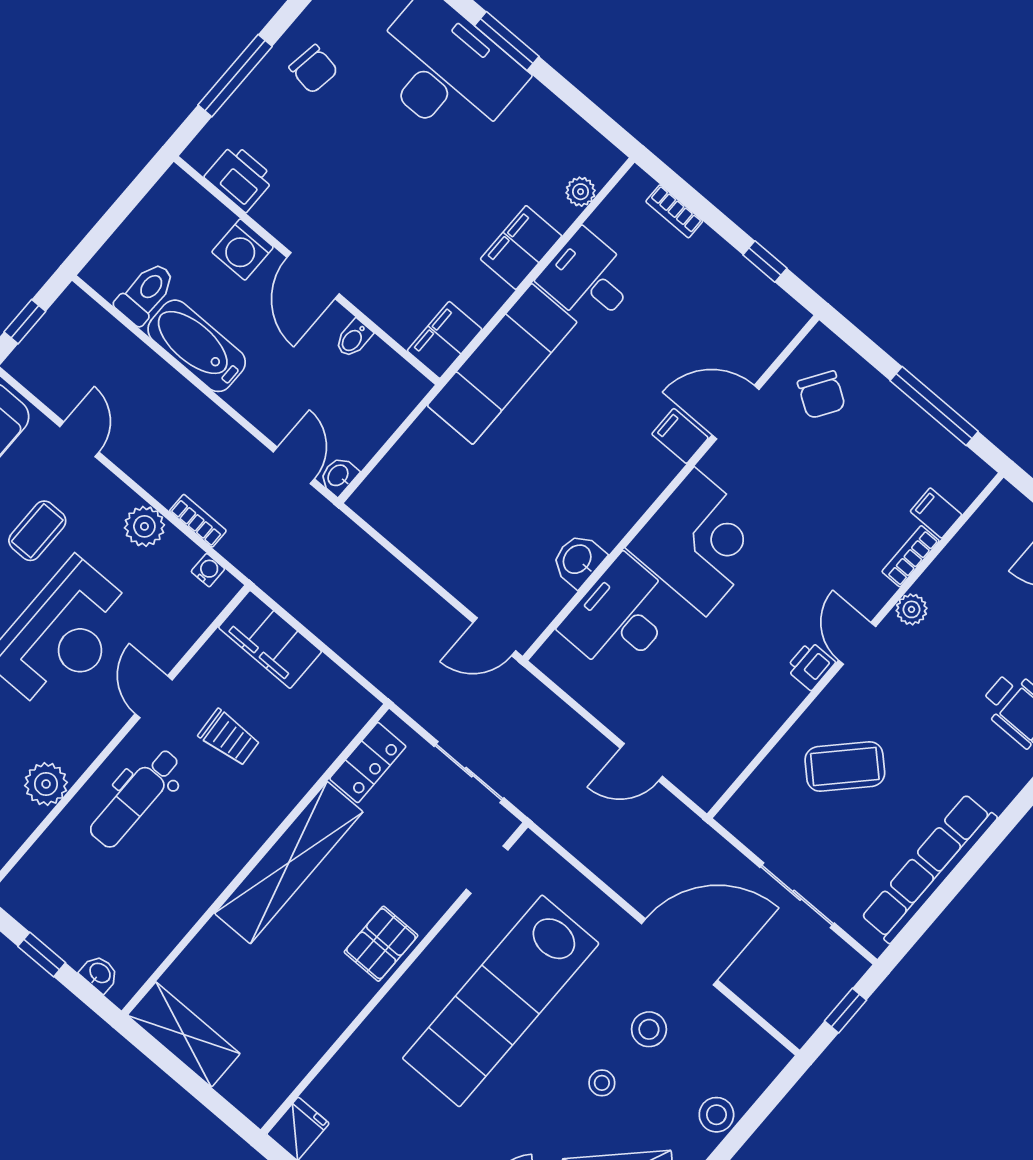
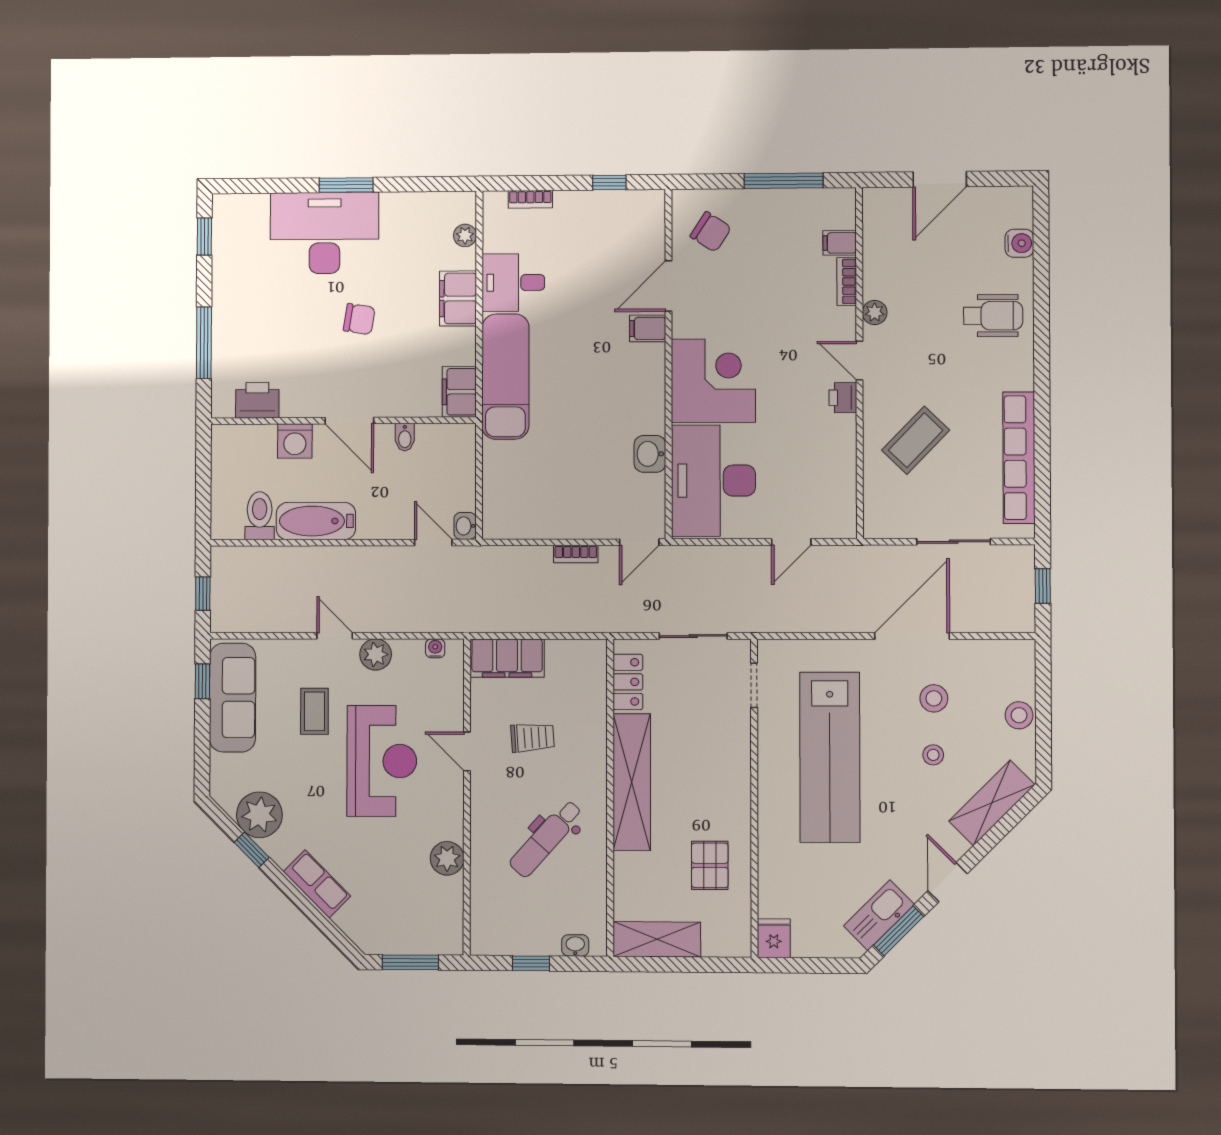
chair: (314, 69) -> (359, 319), moved
door: (79, 439) -> (335, 636), moved
bookcase: (198, 521) -> (576, 554), moved, turned 180
desk: (620, 616) -> (713, 481), width x1.36, depth x1.30
dental chair: (135, 798) -> (546, 839), moved, turned 42
pallet: (381, 944) -> (710, 865), moved

